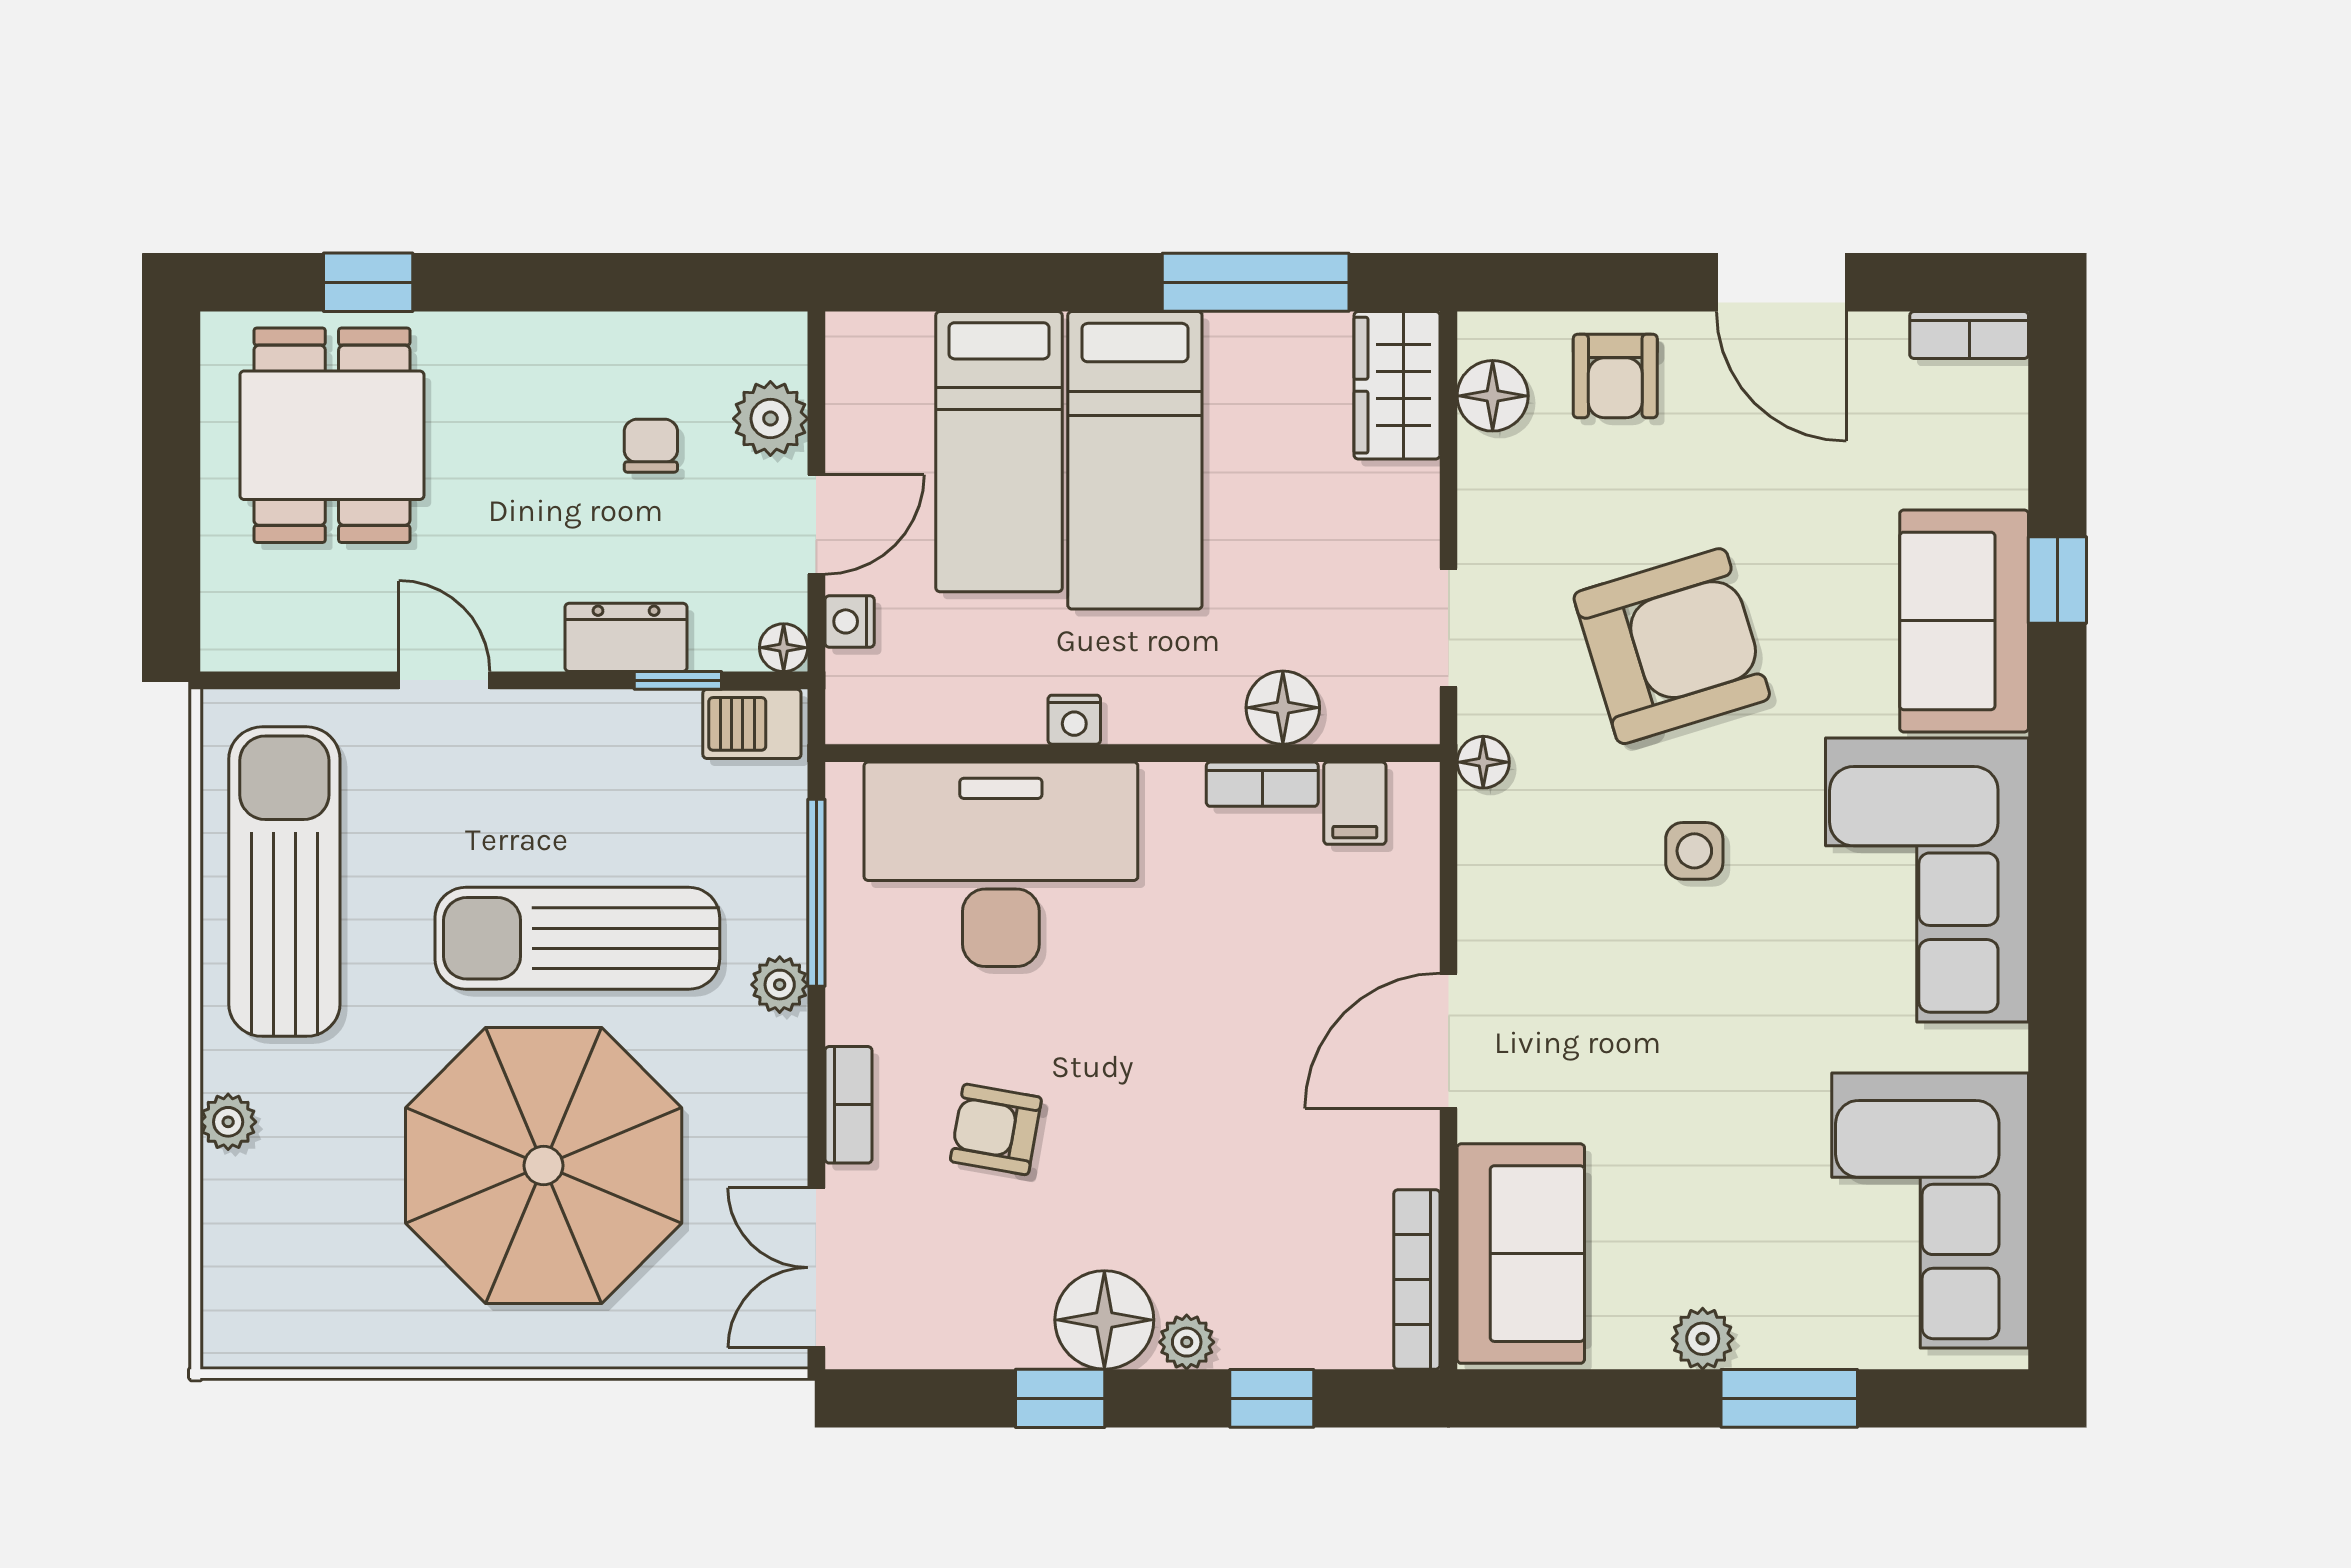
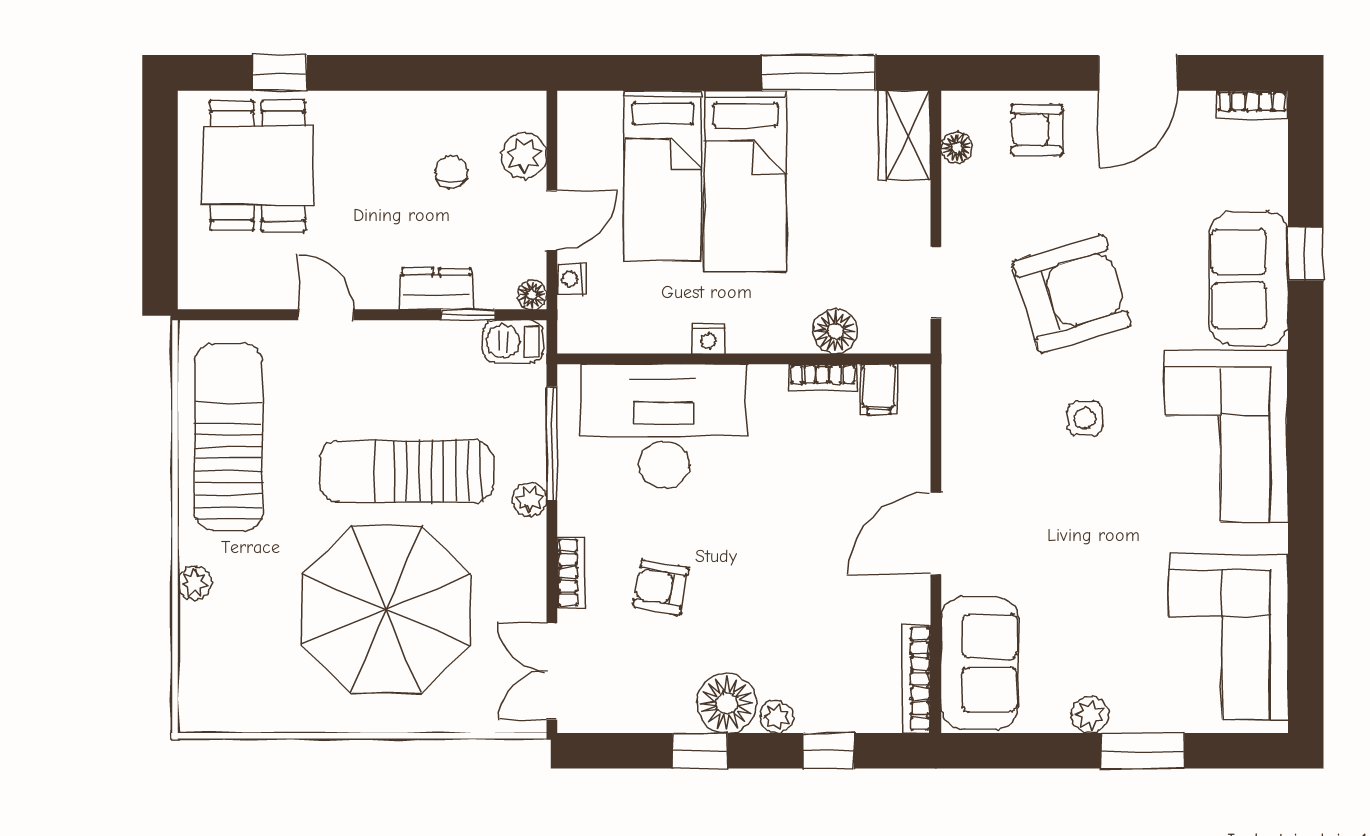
door: (1781, 282) -> (1138, 73), hinge flipped
armchair: (1615, 376) -> (1037, 130), turned 90
floor lamp: (1493, 396) -> (957, 148), width x0.73, depth x0.73
floor lamp: (1483, 762) -> (957, 364), removed

